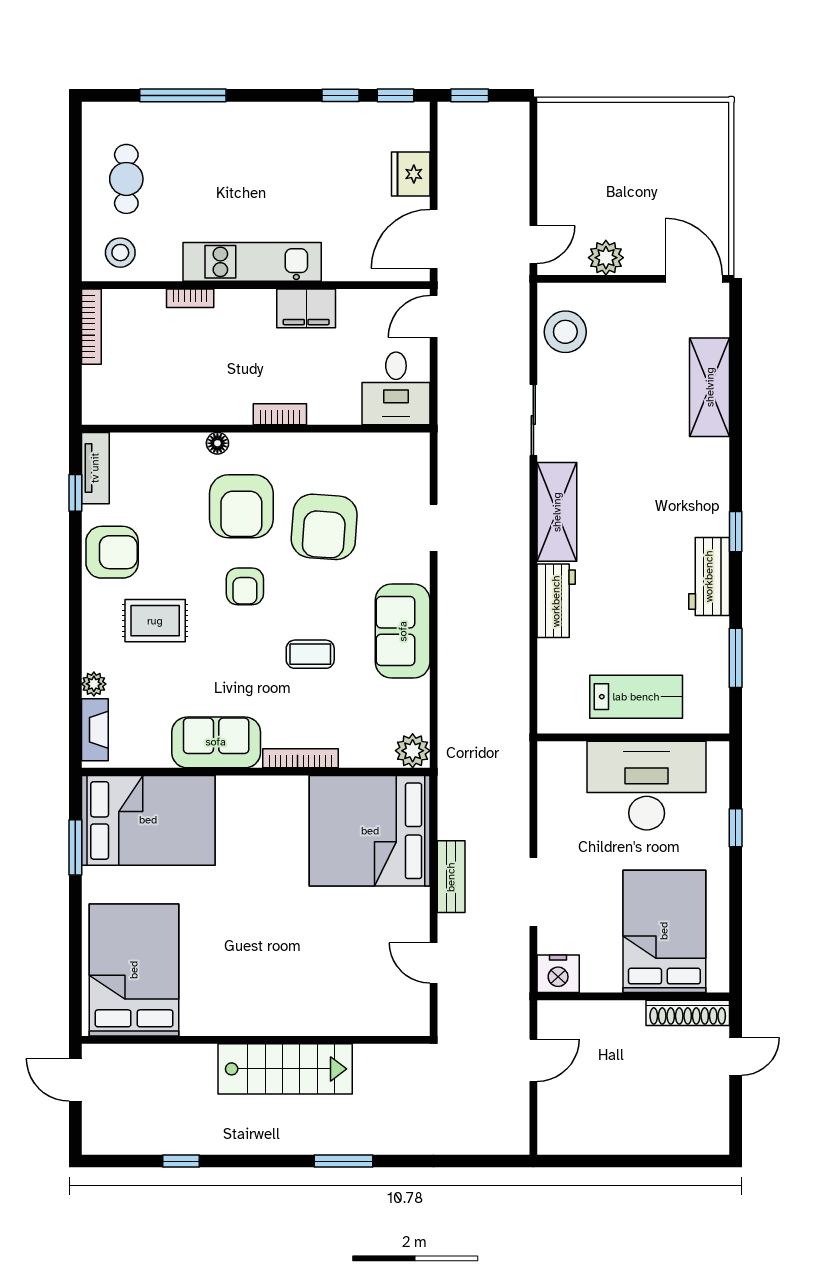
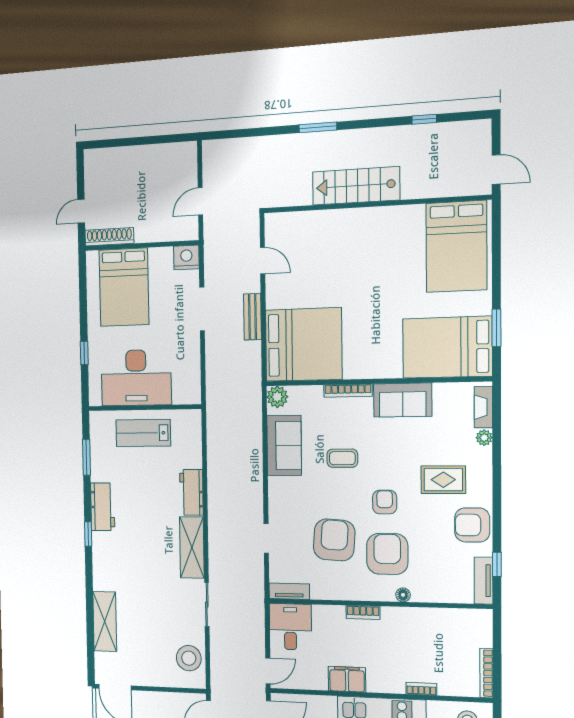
plant: (606, 258) -> (166, 702), removed
tv unit: (397, 445) -> (289, 591), added
sofa: (403, 631) -> (284, 445), moved

